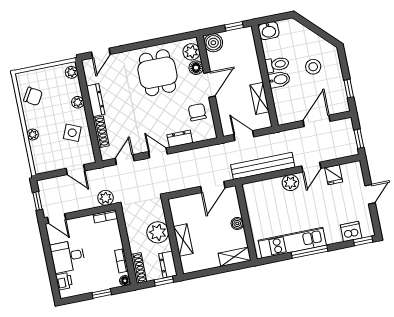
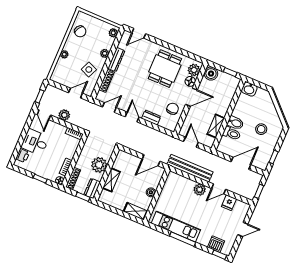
toilet: (277, 64) -> (232, 133), moved
door: (75, 170) -> (76, 93), swing flipped
plant: (106, 198) -> (64, 115), moved

